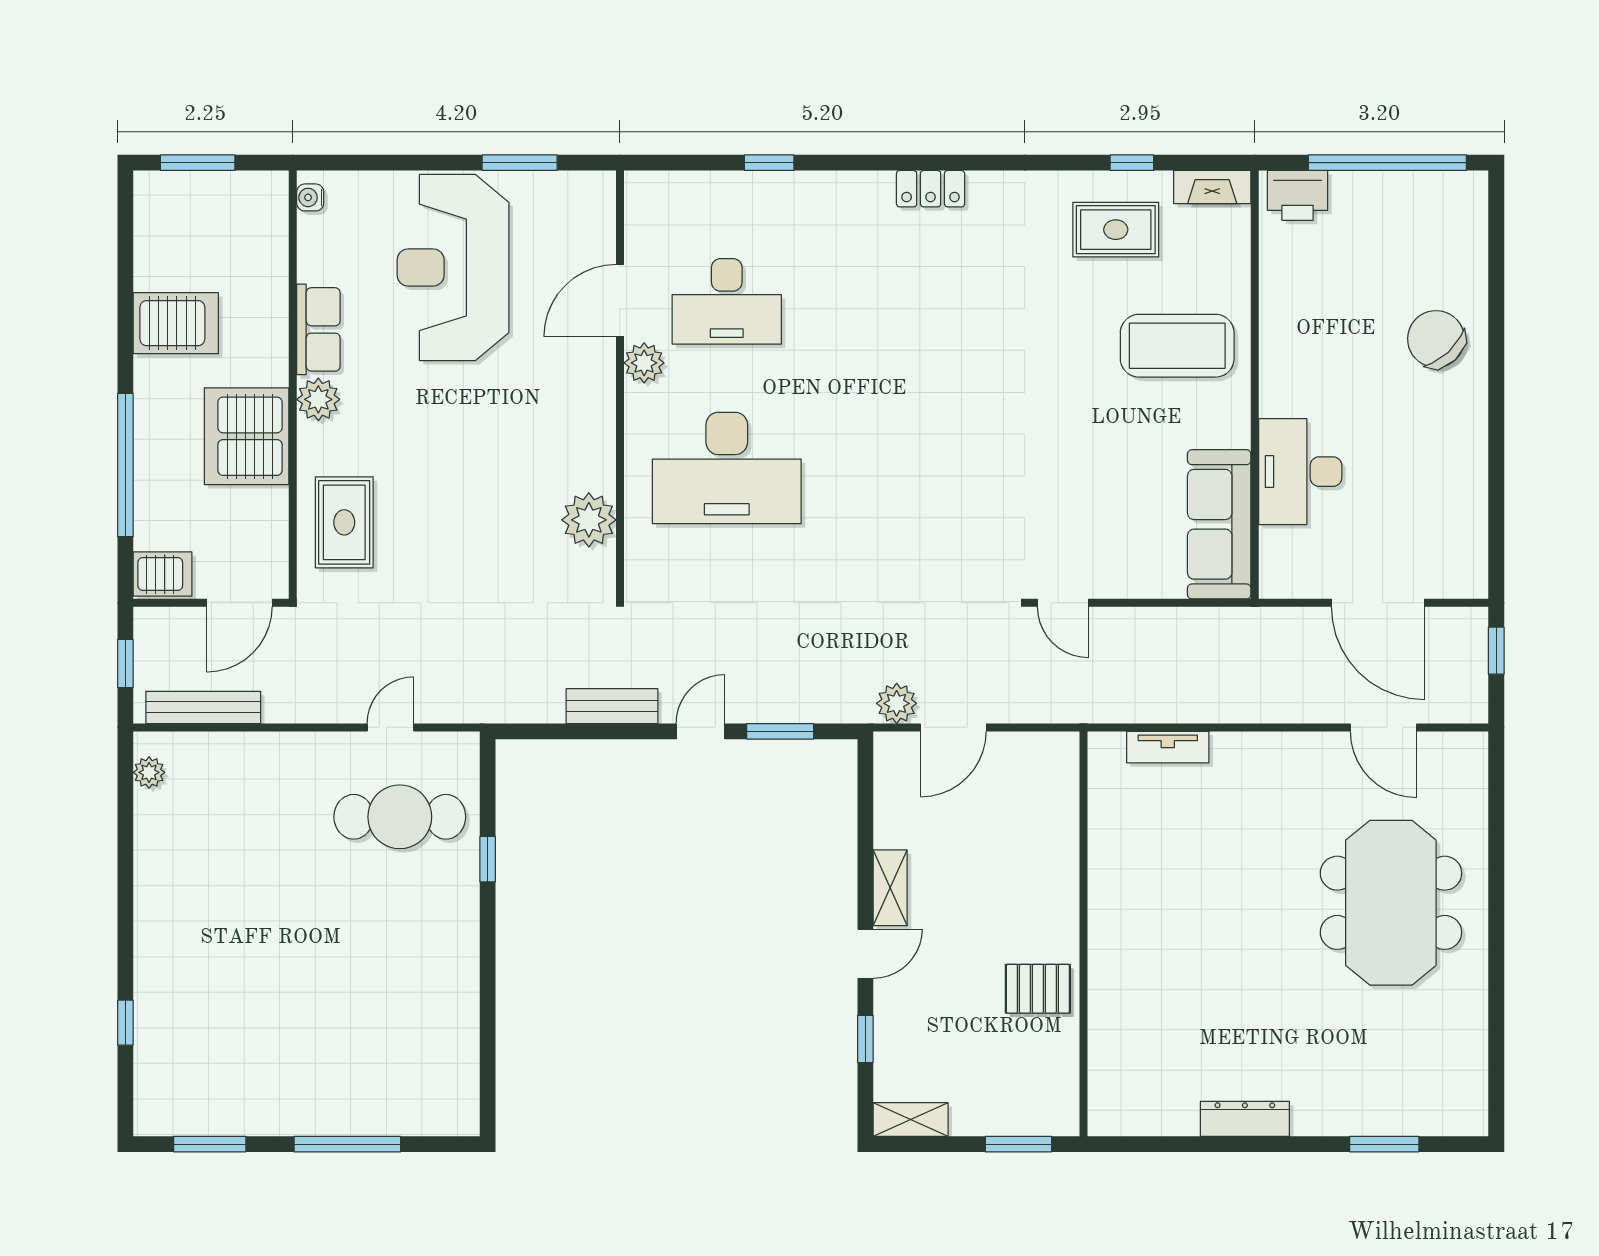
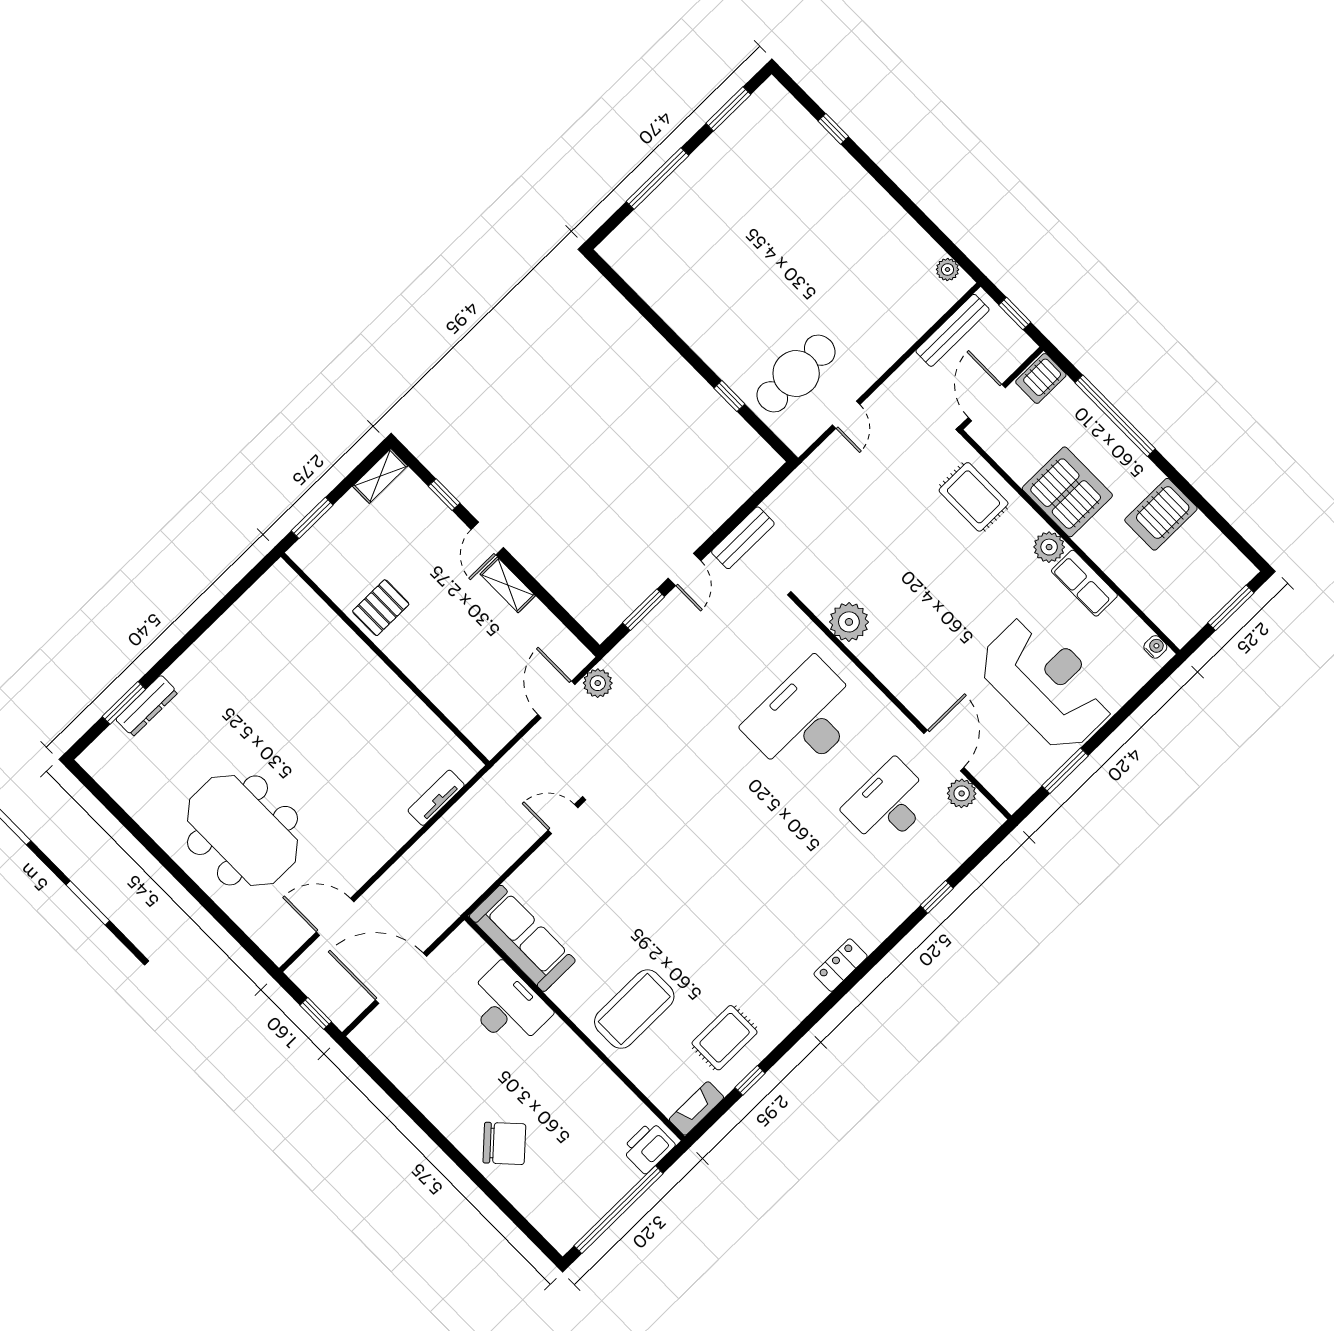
plant: (644, 363) -> (962, 793), moved
dresser: (1245, 1119) -> (147, 706), moved

